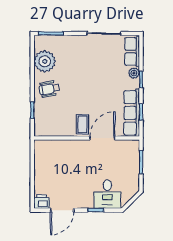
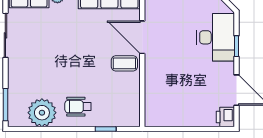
wheelchair: (49, 89) -> (78, 107), turned 100
desk: (107, 194) -> (216, 37), width x1.37

